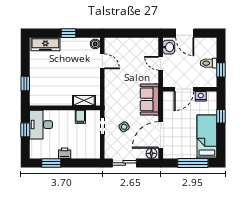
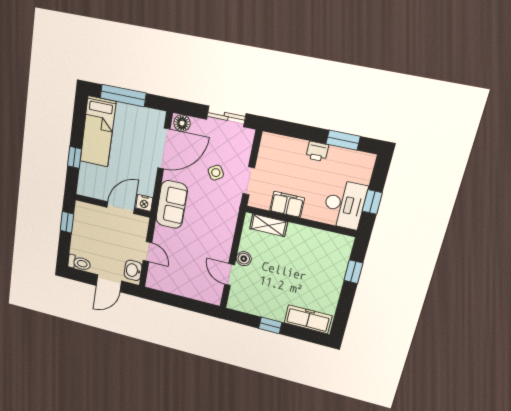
door: (185, 33) -> (109, 283), swing flipped
boiler: (95, 44) -> (244, 259), moved
toilet: (208, 63) -> (79, 263), moved
nightstand: (201, 96) -> (144, 203), moved
filing cabinet: (80, 117) -> (287, 204), width x2.00

